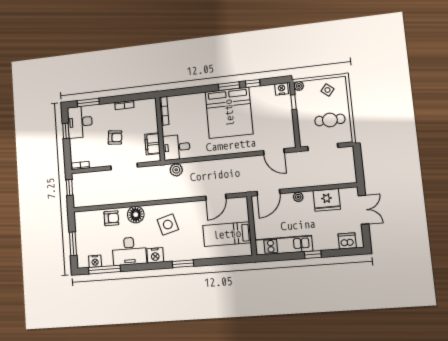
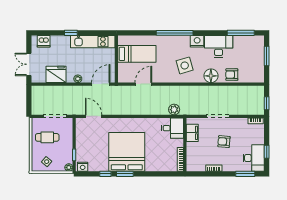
nightstand: (95, 261) -> (248, 40), removed
window: (183, 264) -> (175, 33), width x2.11

